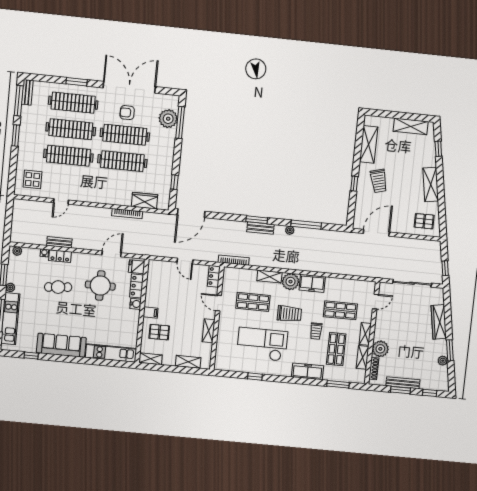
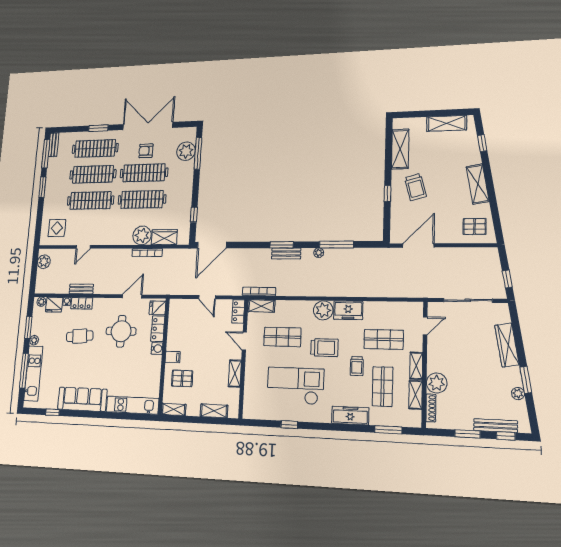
plant: (122, 197) -> (142, 235), added
plant: (19, 212) -> (44, 262), added
fridge: (31, 255) -> (54, 305), added
shelving: (269, 277) -> (261, 306), moved
bench: (403, 383) -> (496, 426), moved

